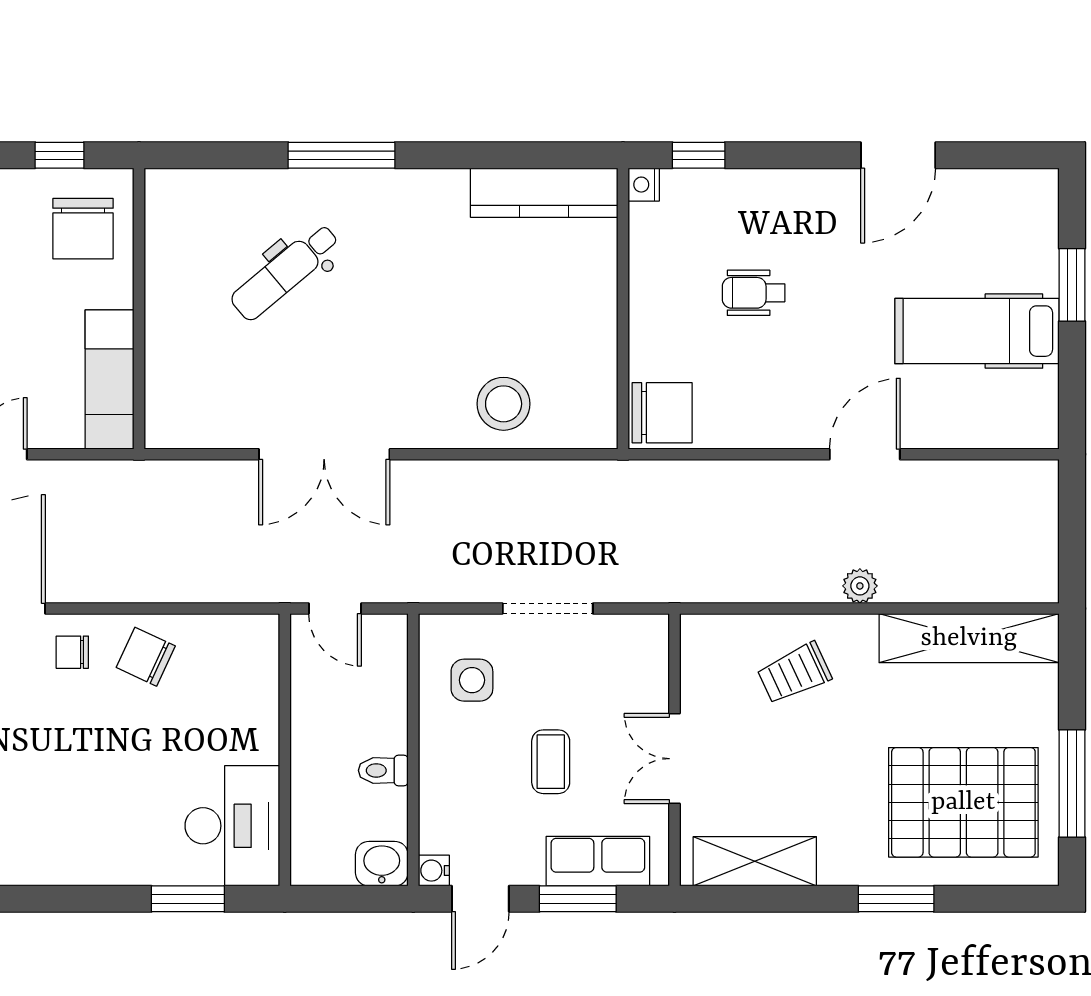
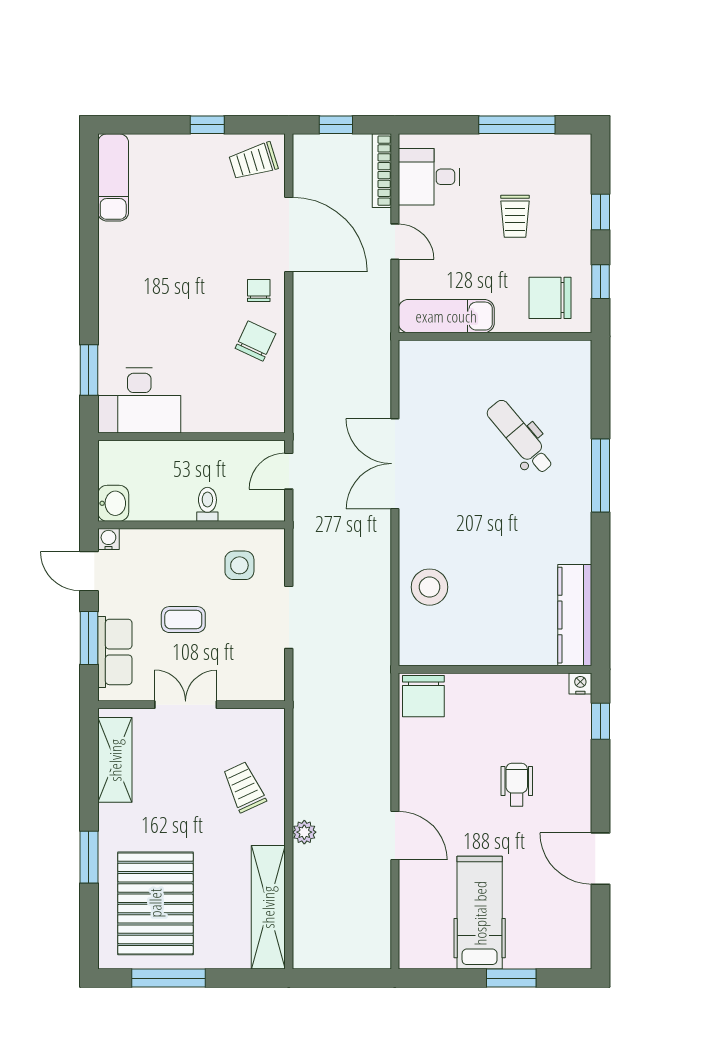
wheelchair: (754, 293) -> (517, 785), moved
toilet: (383, 770) -> (207, 504), moved

